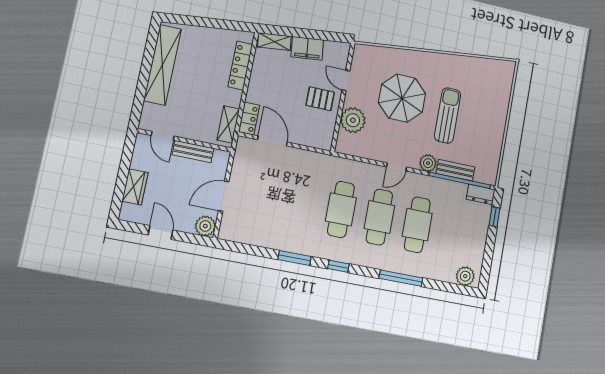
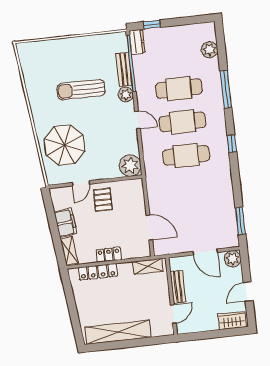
parasol: (402, 98) -> (65, 145), moved
locker: (249, 119) -> (109, 255), moved
plant: (353, 120) -> (130, 166), moved
door: (272, 141) -> (149, 227), swing flipped
wardrobe: (135, 187) -> (232, 321), moved
window: (294, 258) -> (240, 221), moved
plant: (465, 276) -> (210, 50), moved

